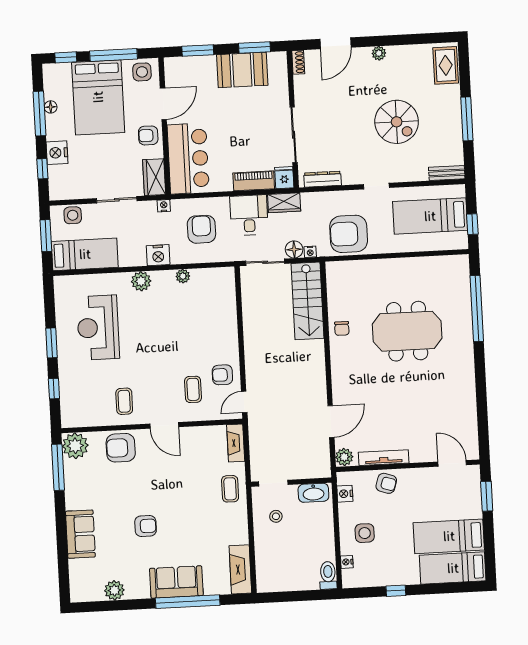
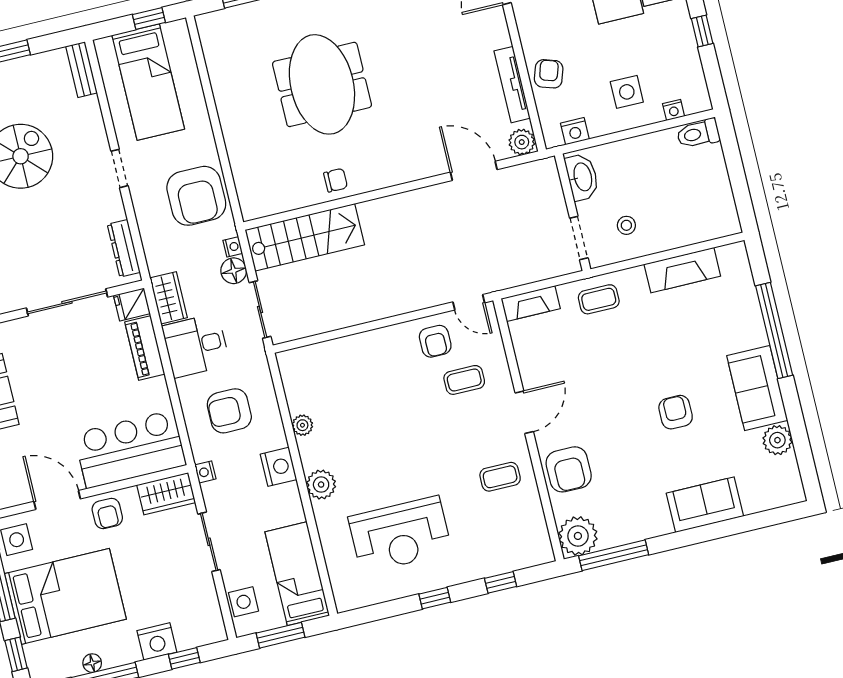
window: (52, 343) -> (435, 598), width x0.67
fireplace: (240, 569) -> (682, 270), moved
sofa: (176, 582) -> (757, 388), moved

